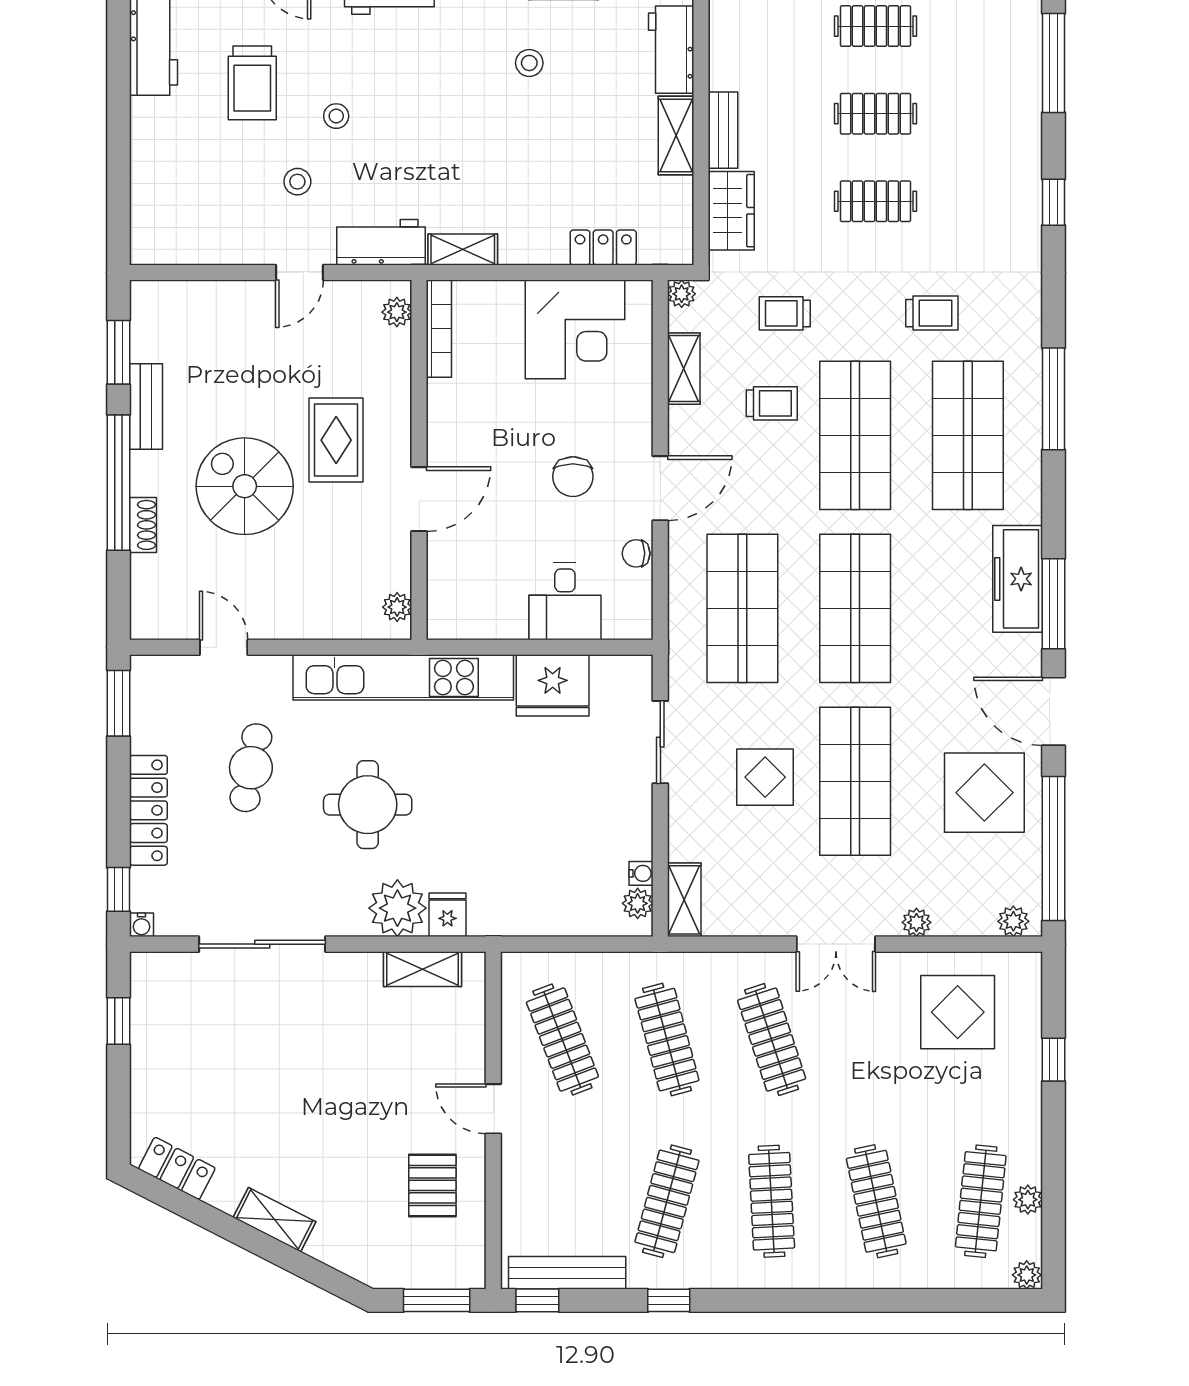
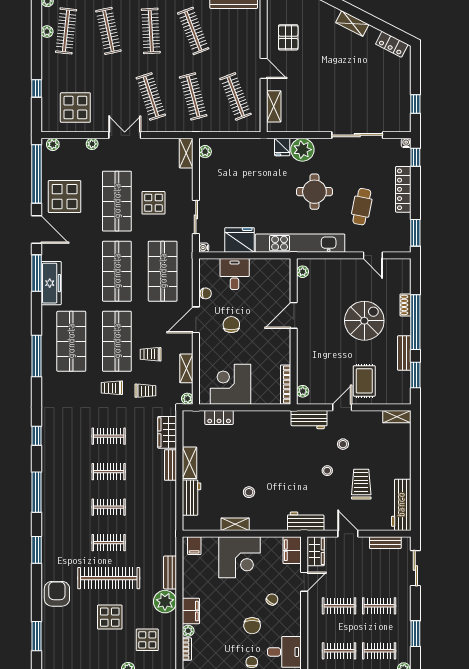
shelving: (463, 249) -> (397, 417), moved
trolley: (932, 313) -> (112, 388), moved
rug: (336, 440) -> (364, 381), moved
spiral stairs: (245, 486) -> (364, 321), turned -90
water cooler: (641, 873) -> (204, 248), moved
shelving: (423, 969) -> (274, 106), moved, turned 90
clothes rail: (667, 1201) -> (193, 31), turned -36

